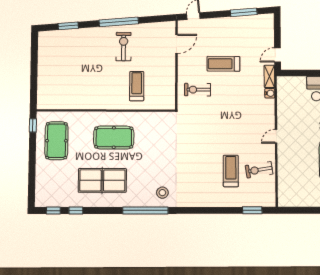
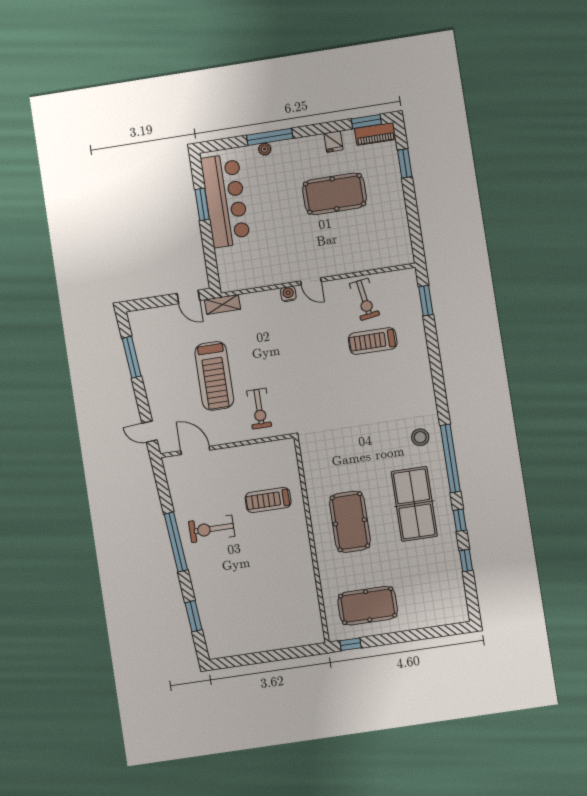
treadmill: (223, 64) -> (214, 376), width x1.37, depth x1.38
water cooler: (270, 93) -> (288, 294), moved
table tennis table: (102, 180) -> (414, 504), moved
window: (53, 211) -> (460, 520), moved

